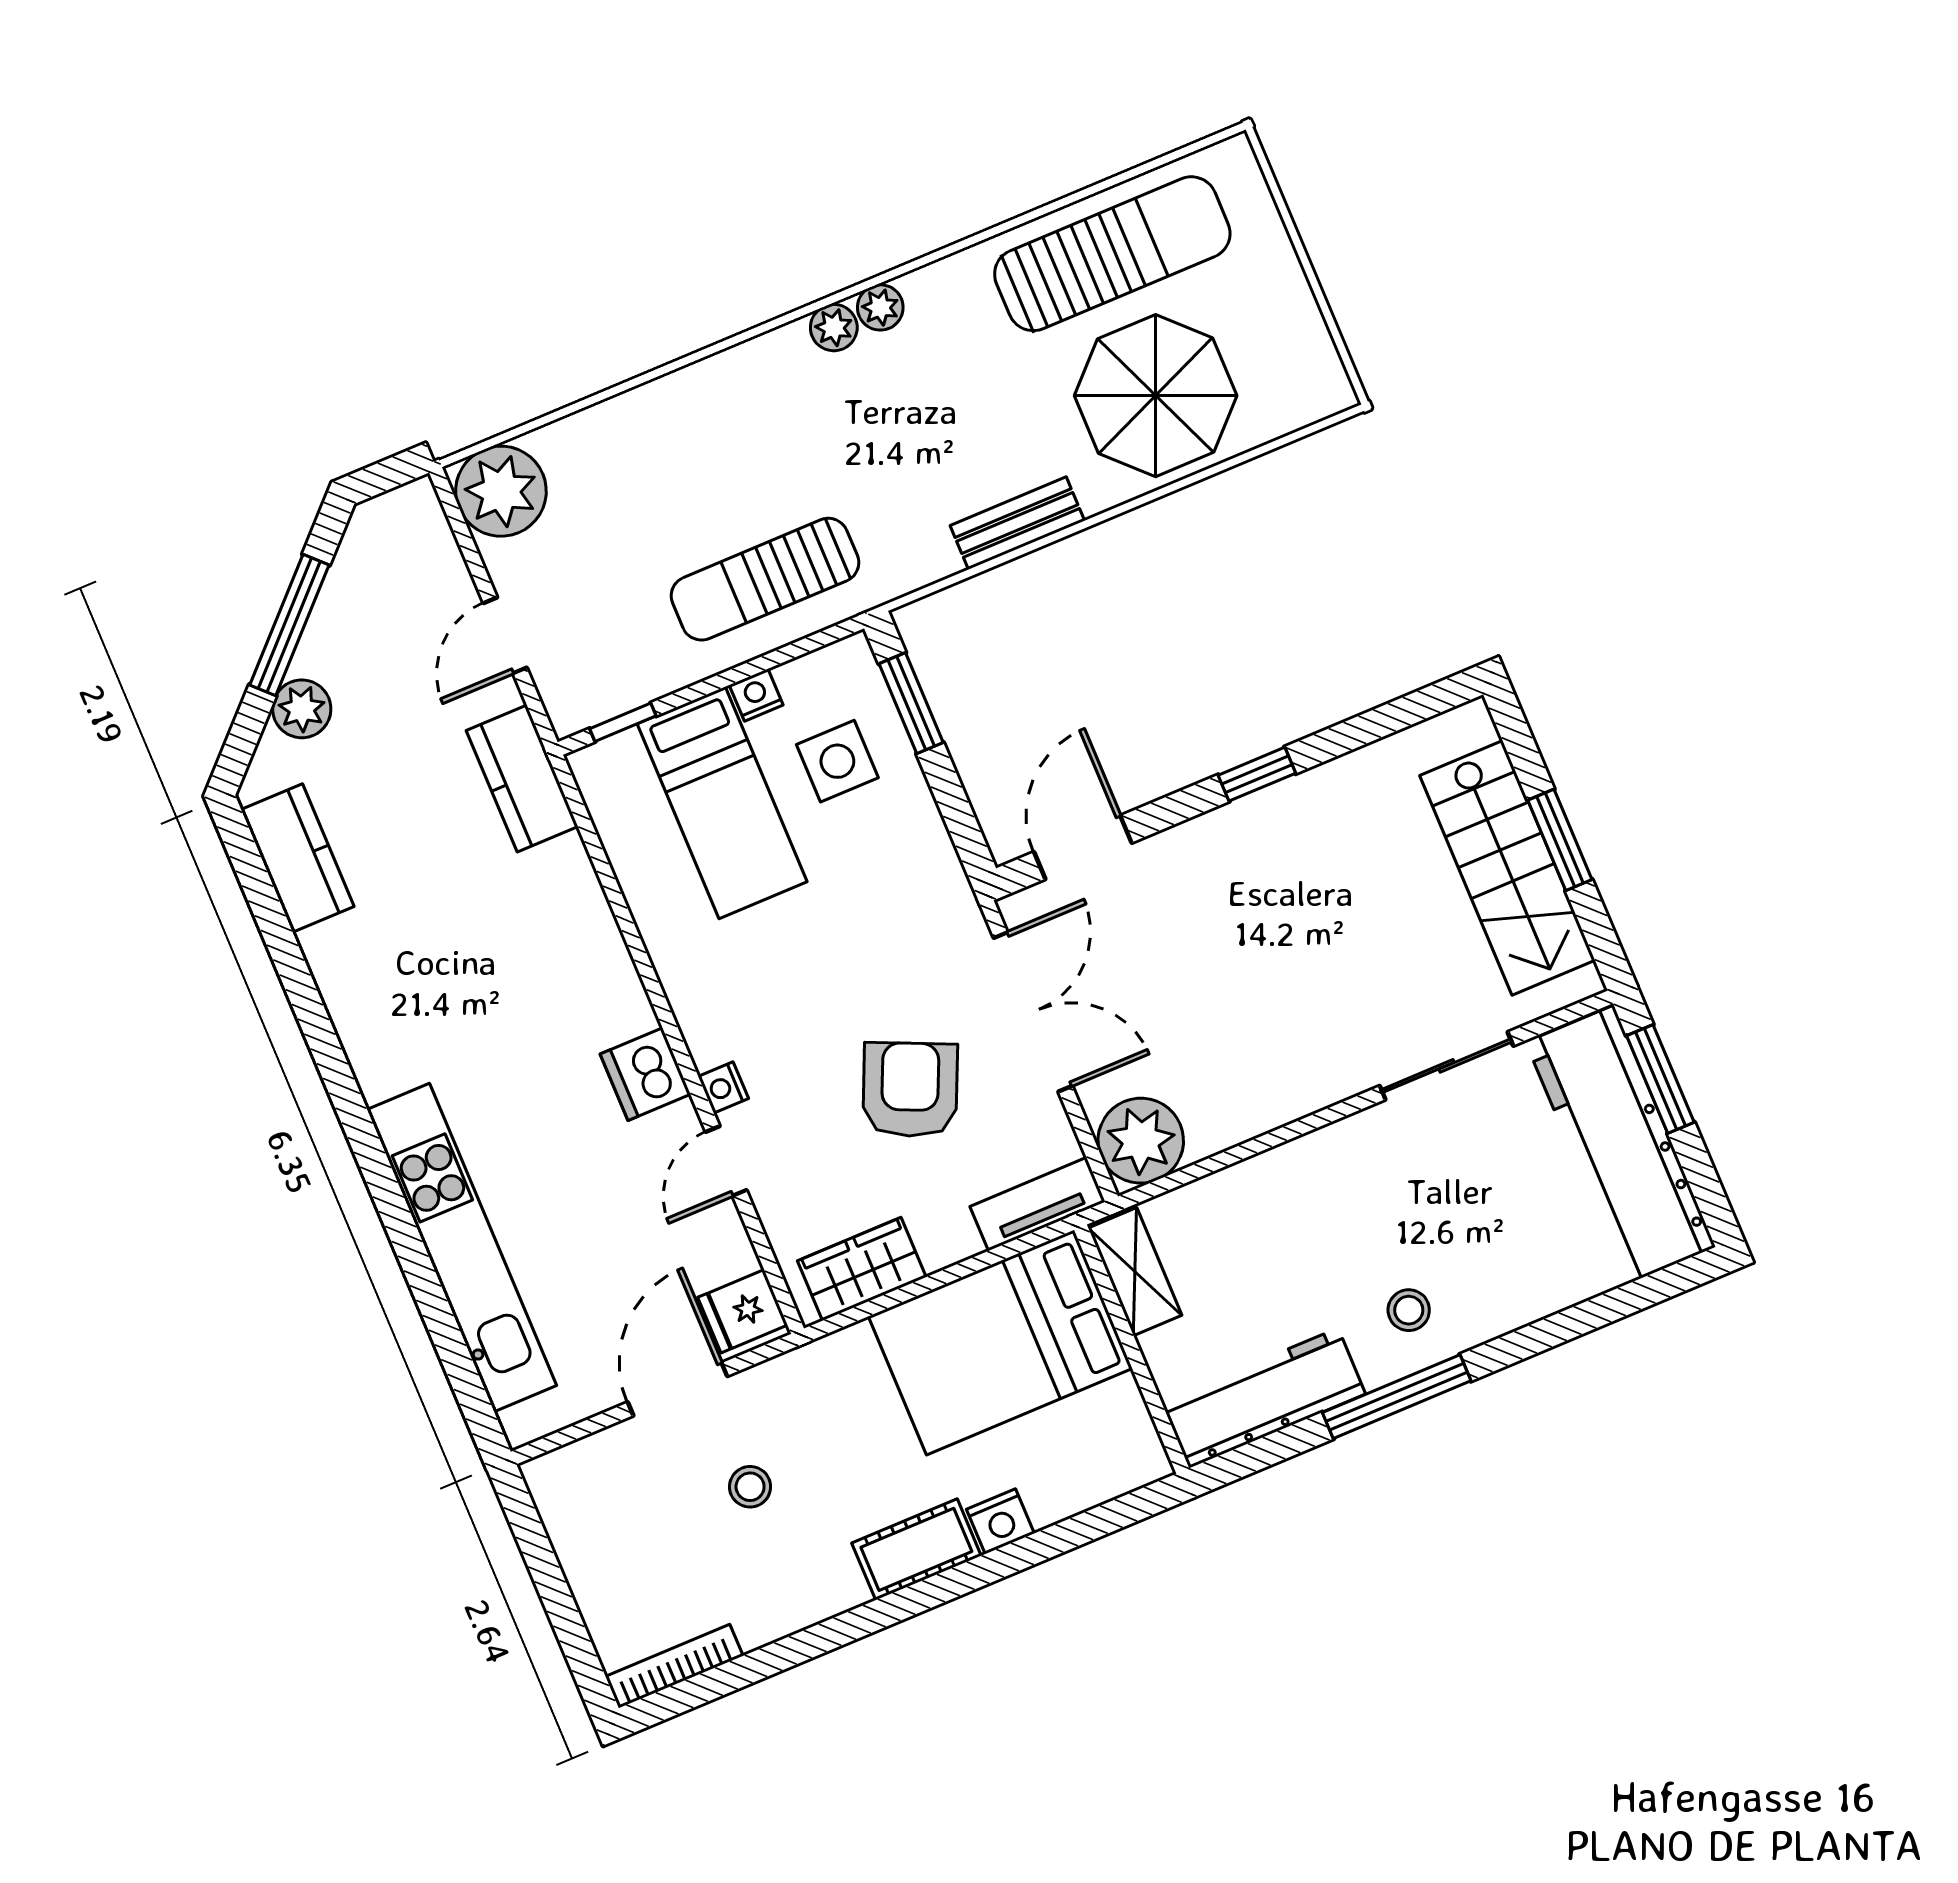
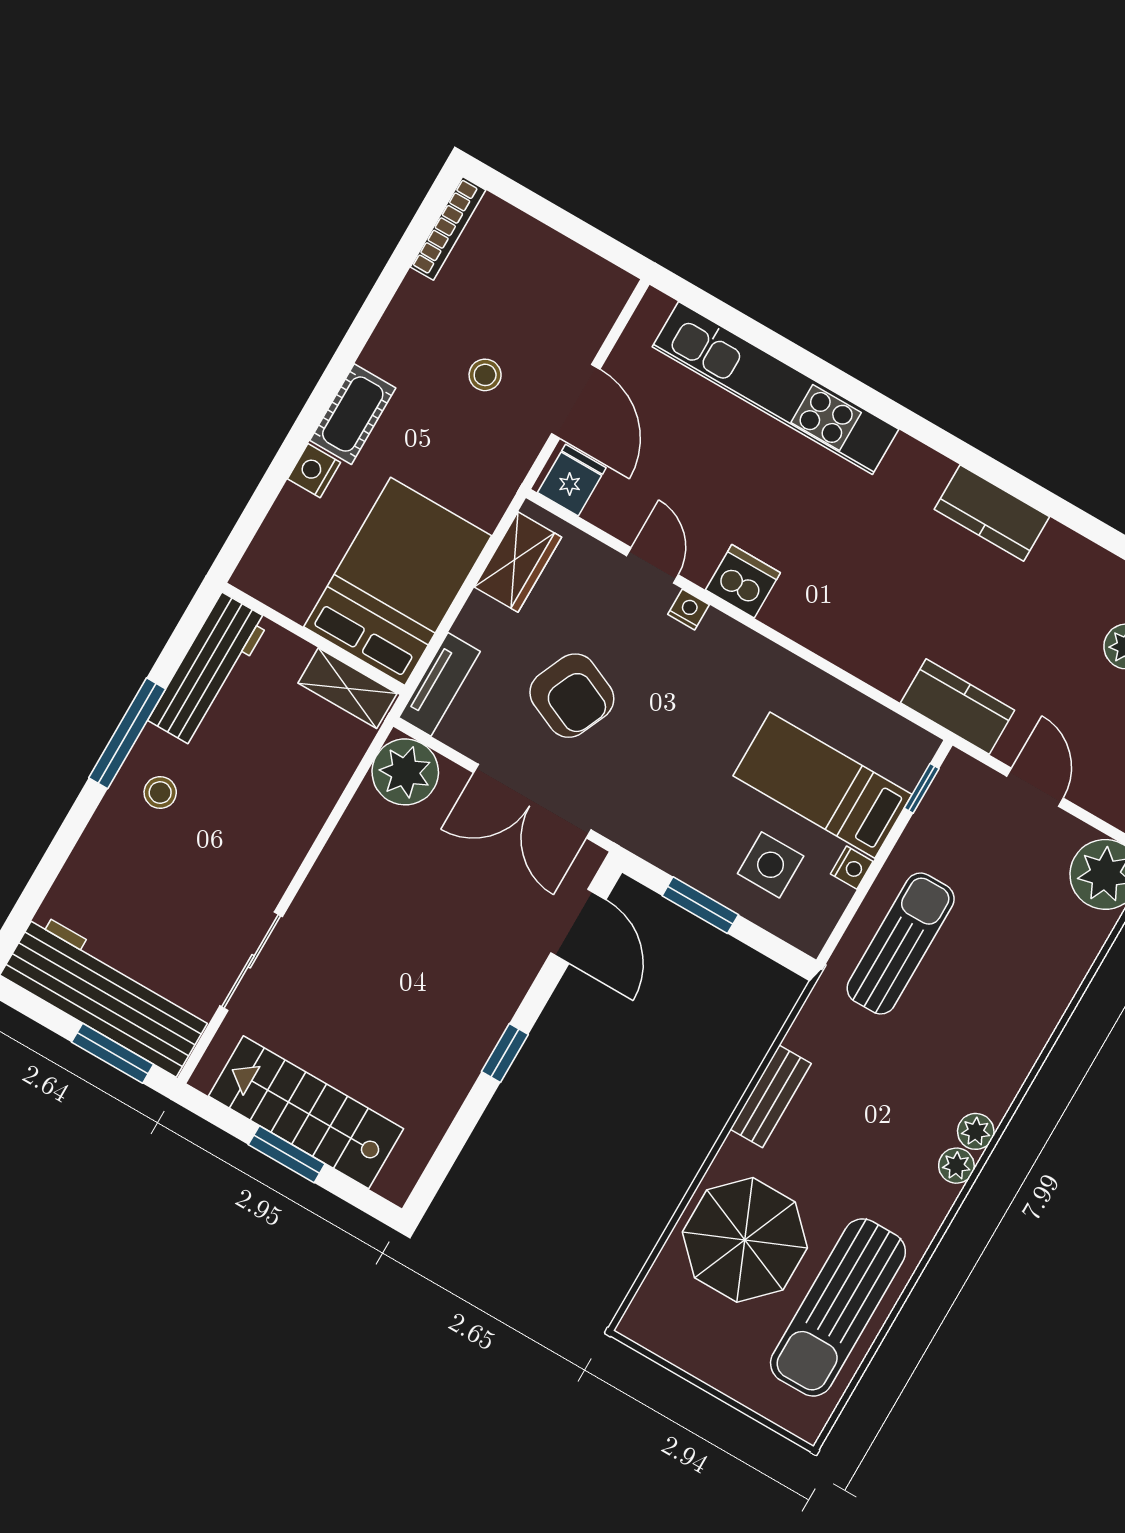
window: (911, 703) -> (700, 905), moved
kitchen counter: (297, 858) -> (992, 513), moved

